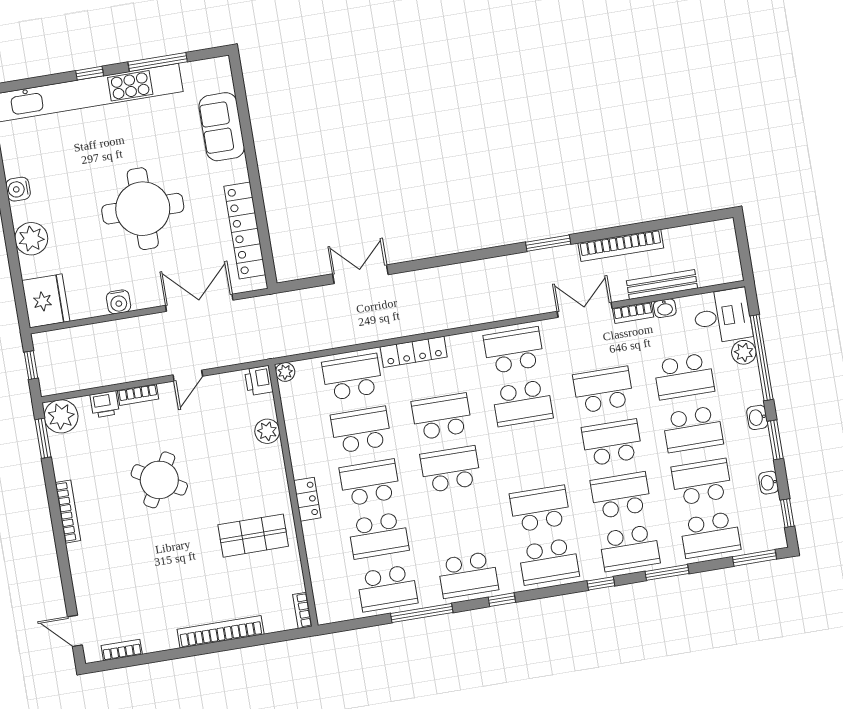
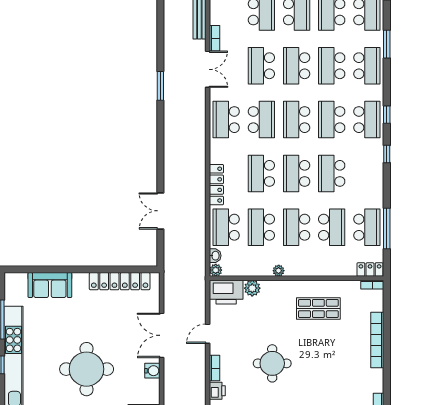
round table: (143, 209) -> (87, 369), moved
bookcase: (621, 245) -> (170, 39), removed
double door: (199, 303) -> (162, 335), moved
washbasin: (665, 308) -> (215, 256), moved
double door: (585, 310) -> (208, 69), swing flipped
door: (188, 376) -> (208, 334), swing flipped
printer: (259, 380) -> (226, 292), width x1.87, depth x1.48
school desk: (531, 456) -> (297, 120), added
plant: (300, 466) -> (279, 271), added
round table: (159, 480) -> (272, 363), turned -30
locker: (307, 499) -> (370, 270), moved
shop shelf: (253, 536) -> (318, 308), turned 90
school desk: (468, 575) -> (332, 173), moved, turned 180
window: (601, 583) -> (387, 115), moved
window: (422, 613) -> (387, 228), moved

